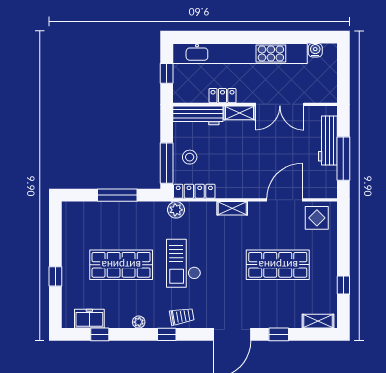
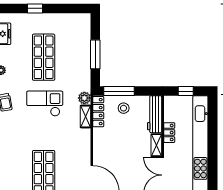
shelving: (232, 208) -> (86, 116), moved

